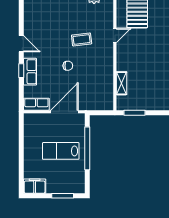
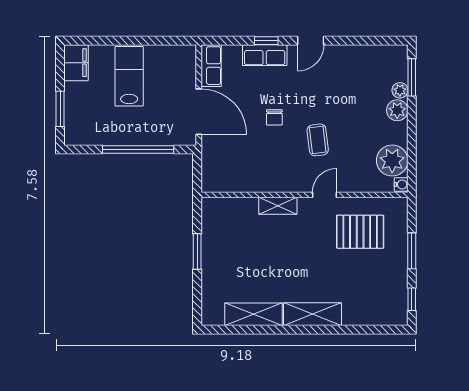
door: (115, 35) -> (324, 195), swing flipped
shelving: (121, 83) -> (278, 206), moved
window: (135, 113) -> (197, 252), moved
lab bench: (61, 151) -> (129, 76), moved

